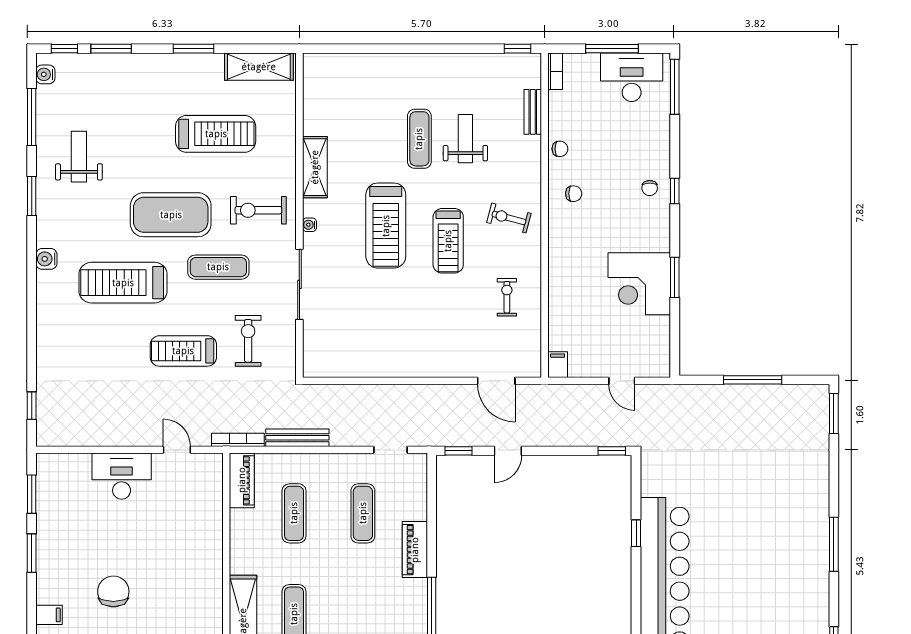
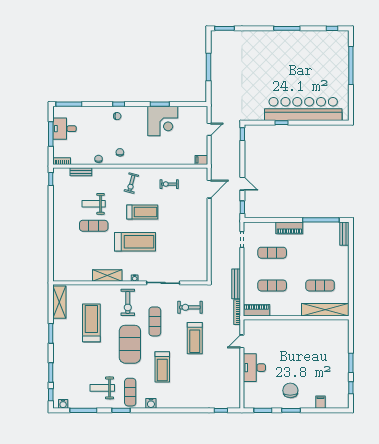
desk: (632, 77) -> (64, 129), width x0.73
exercise mat: (70, 215) -> (130, 392), added
treadmill: (123, 283) -> (162, 367), width x0.73, depth x0.73
chair: (113, 591) -> (290, 390), moved, turned 89

